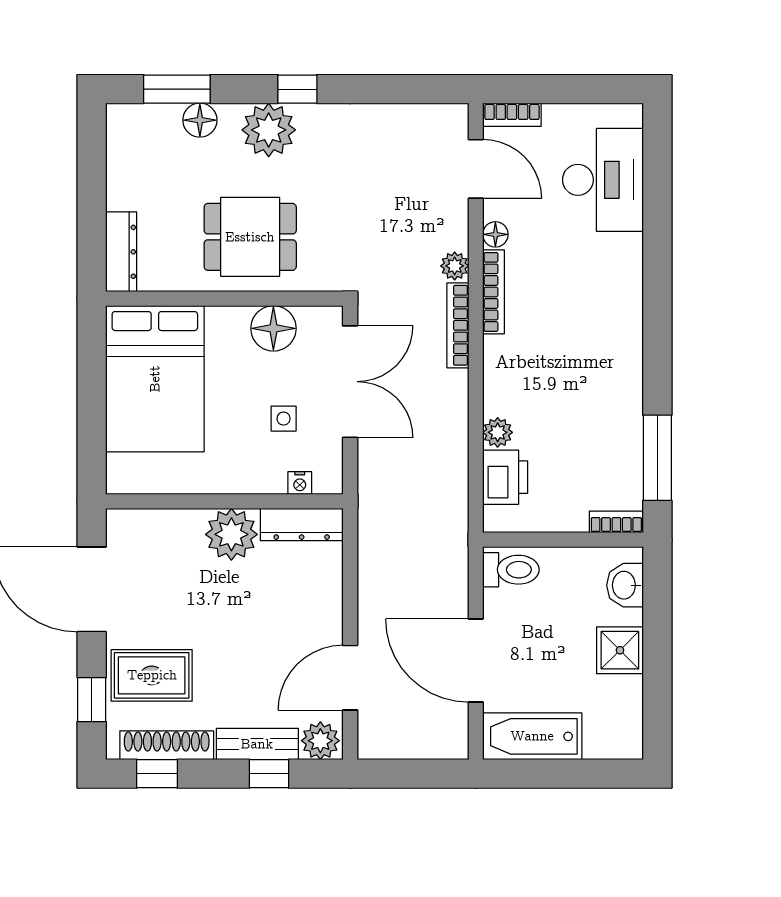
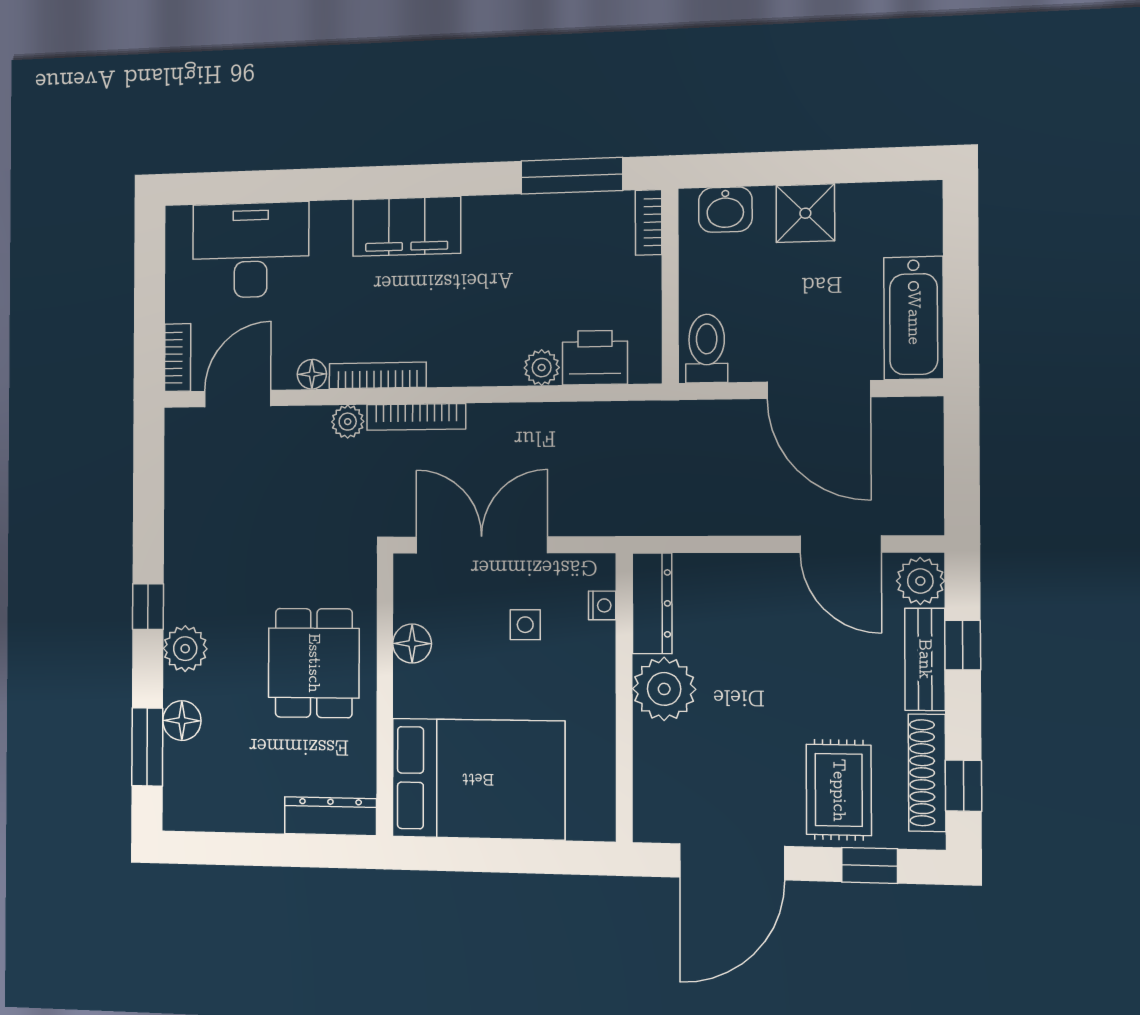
plant: (269, 130) -> (185, 649), width x0.73, depth x0.73
filing cabinet: (619, 317) -> (407, 226), added
floor lamp: (273, 328) -> (412, 643), width x0.73, depth x0.73
door: (476, 660) -> (819, 389), hinge flipped

